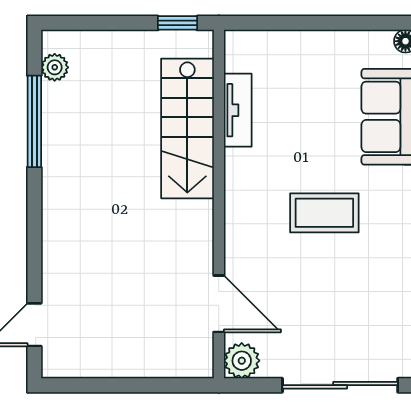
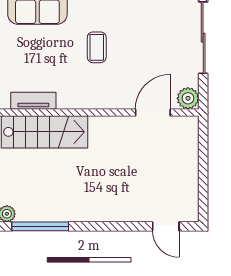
coffee table: (324, 213) -> (97, 47), width x0.73, depth x0.77

